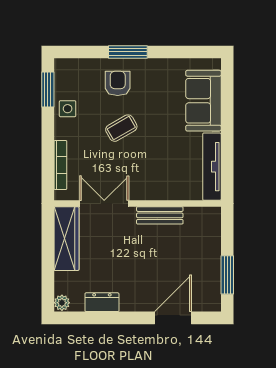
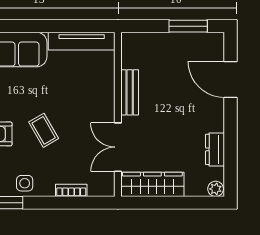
bookcase: (60, 165) -> (71, 190), width x0.64

